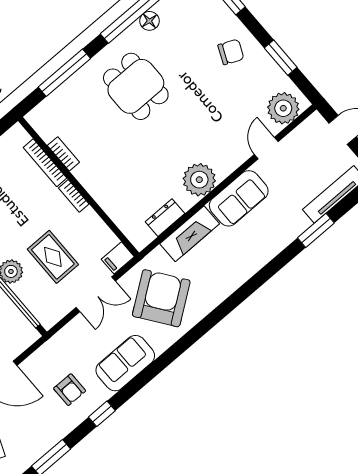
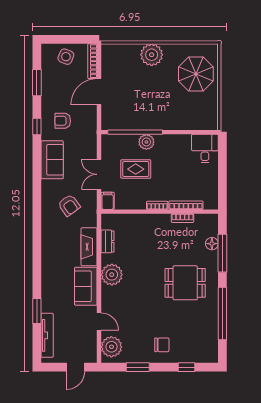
floor lamp: (149, 21) -> (212, 244), moved
chair: (231, 52) -> (162, 345), turned -114
armchair: (161, 298) -> (69, 205), width x0.53, depth x0.53

